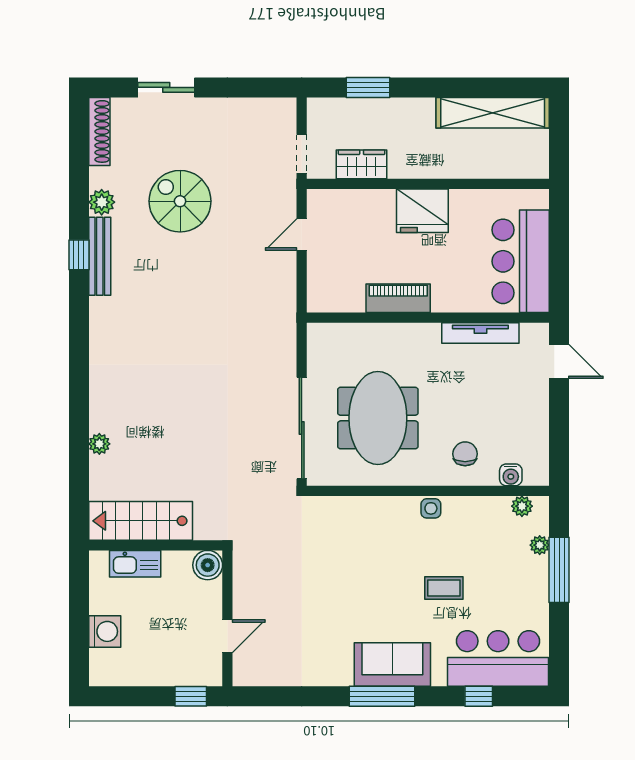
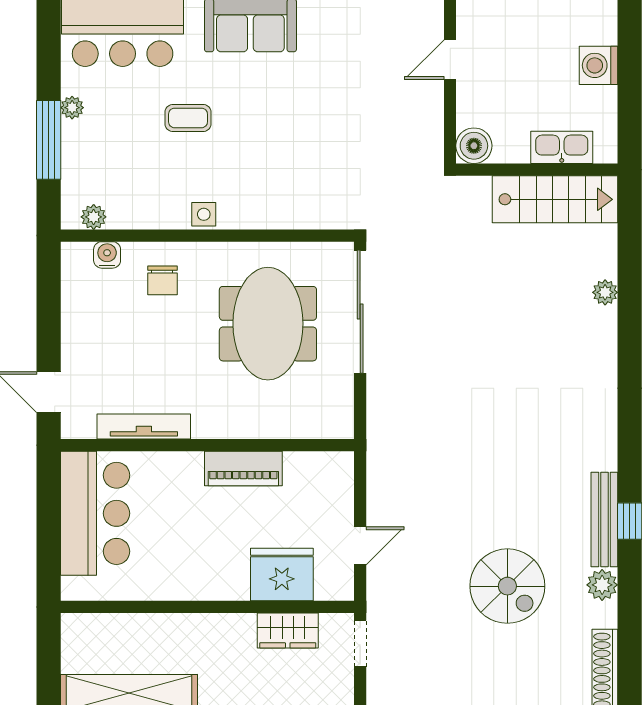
fridge: (422, 211) -> (282, 575), moved
plant: (540, 545) -> (72, 108), moved

